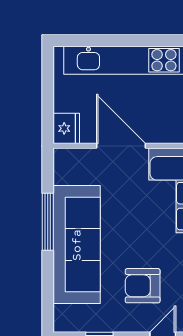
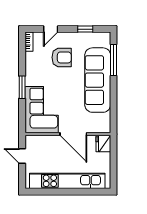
window: (48, 222) -> (114, 60), moved

